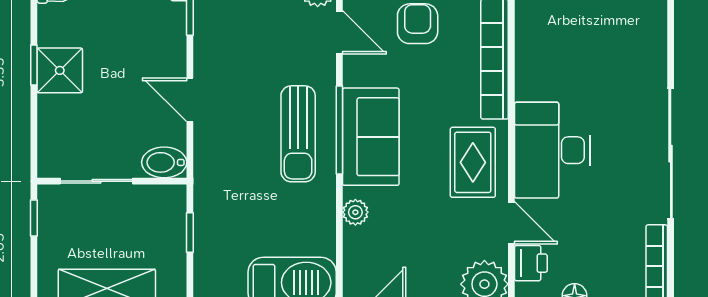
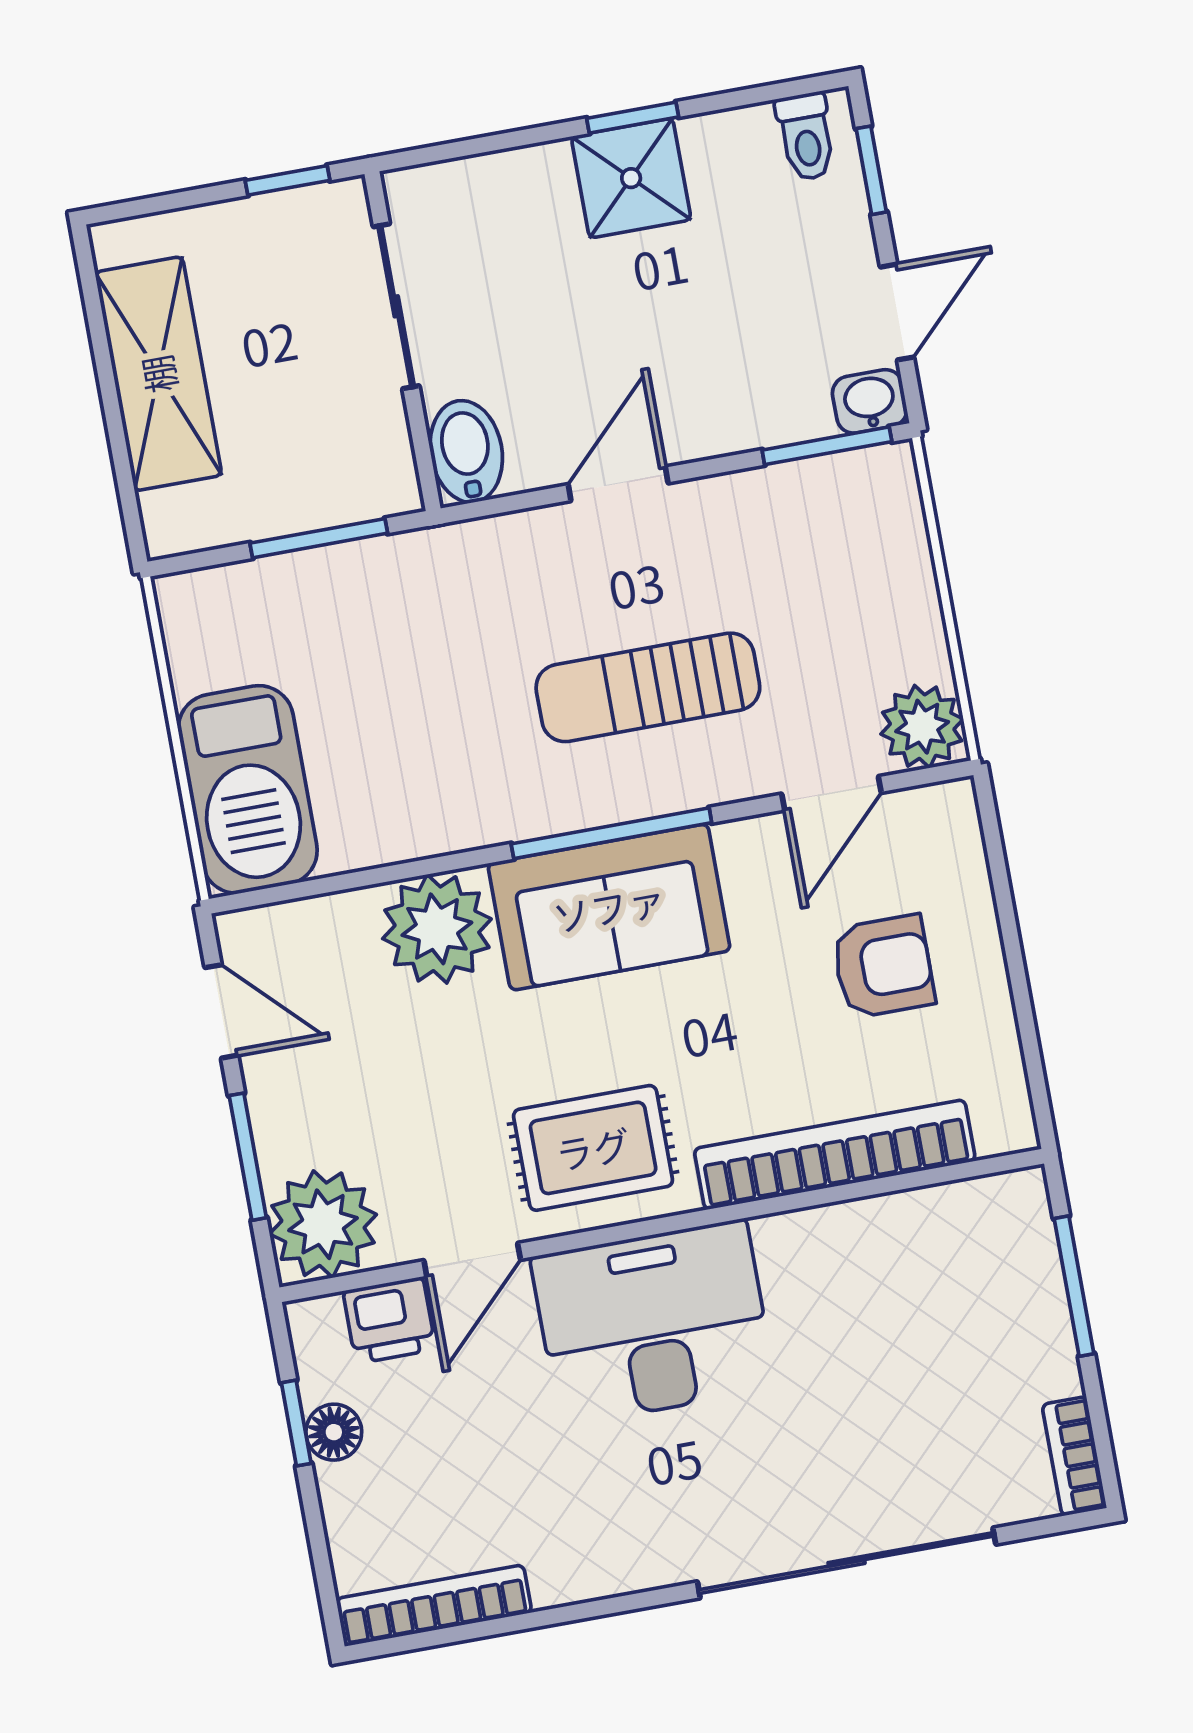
sun lounger: (298, 134) -> (648, 687), moved
sliding door: (671, 154) -> (847, 1563), moved
plant: (355, 212) -> (437, 929), width x1.88, depth x1.88
window: (190, 232) -> (319, 538), width x1.50

